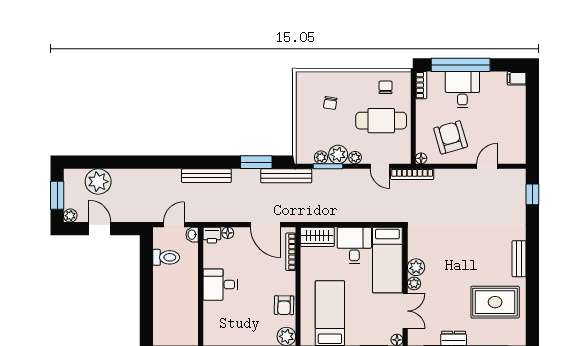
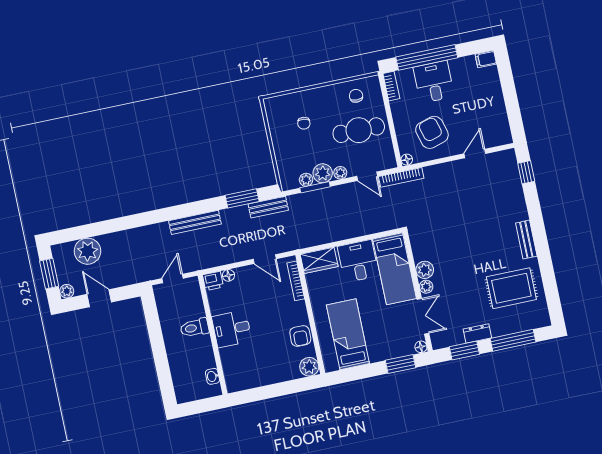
bench: (286, 176) -> (268, 207), width x0.73
door: (266, 225) -> (265, 259), width x0.73
washbasin: (192, 235) -> (212, 376), moved
toilet: (166, 257) -> (195, 328), moved, turned 180

